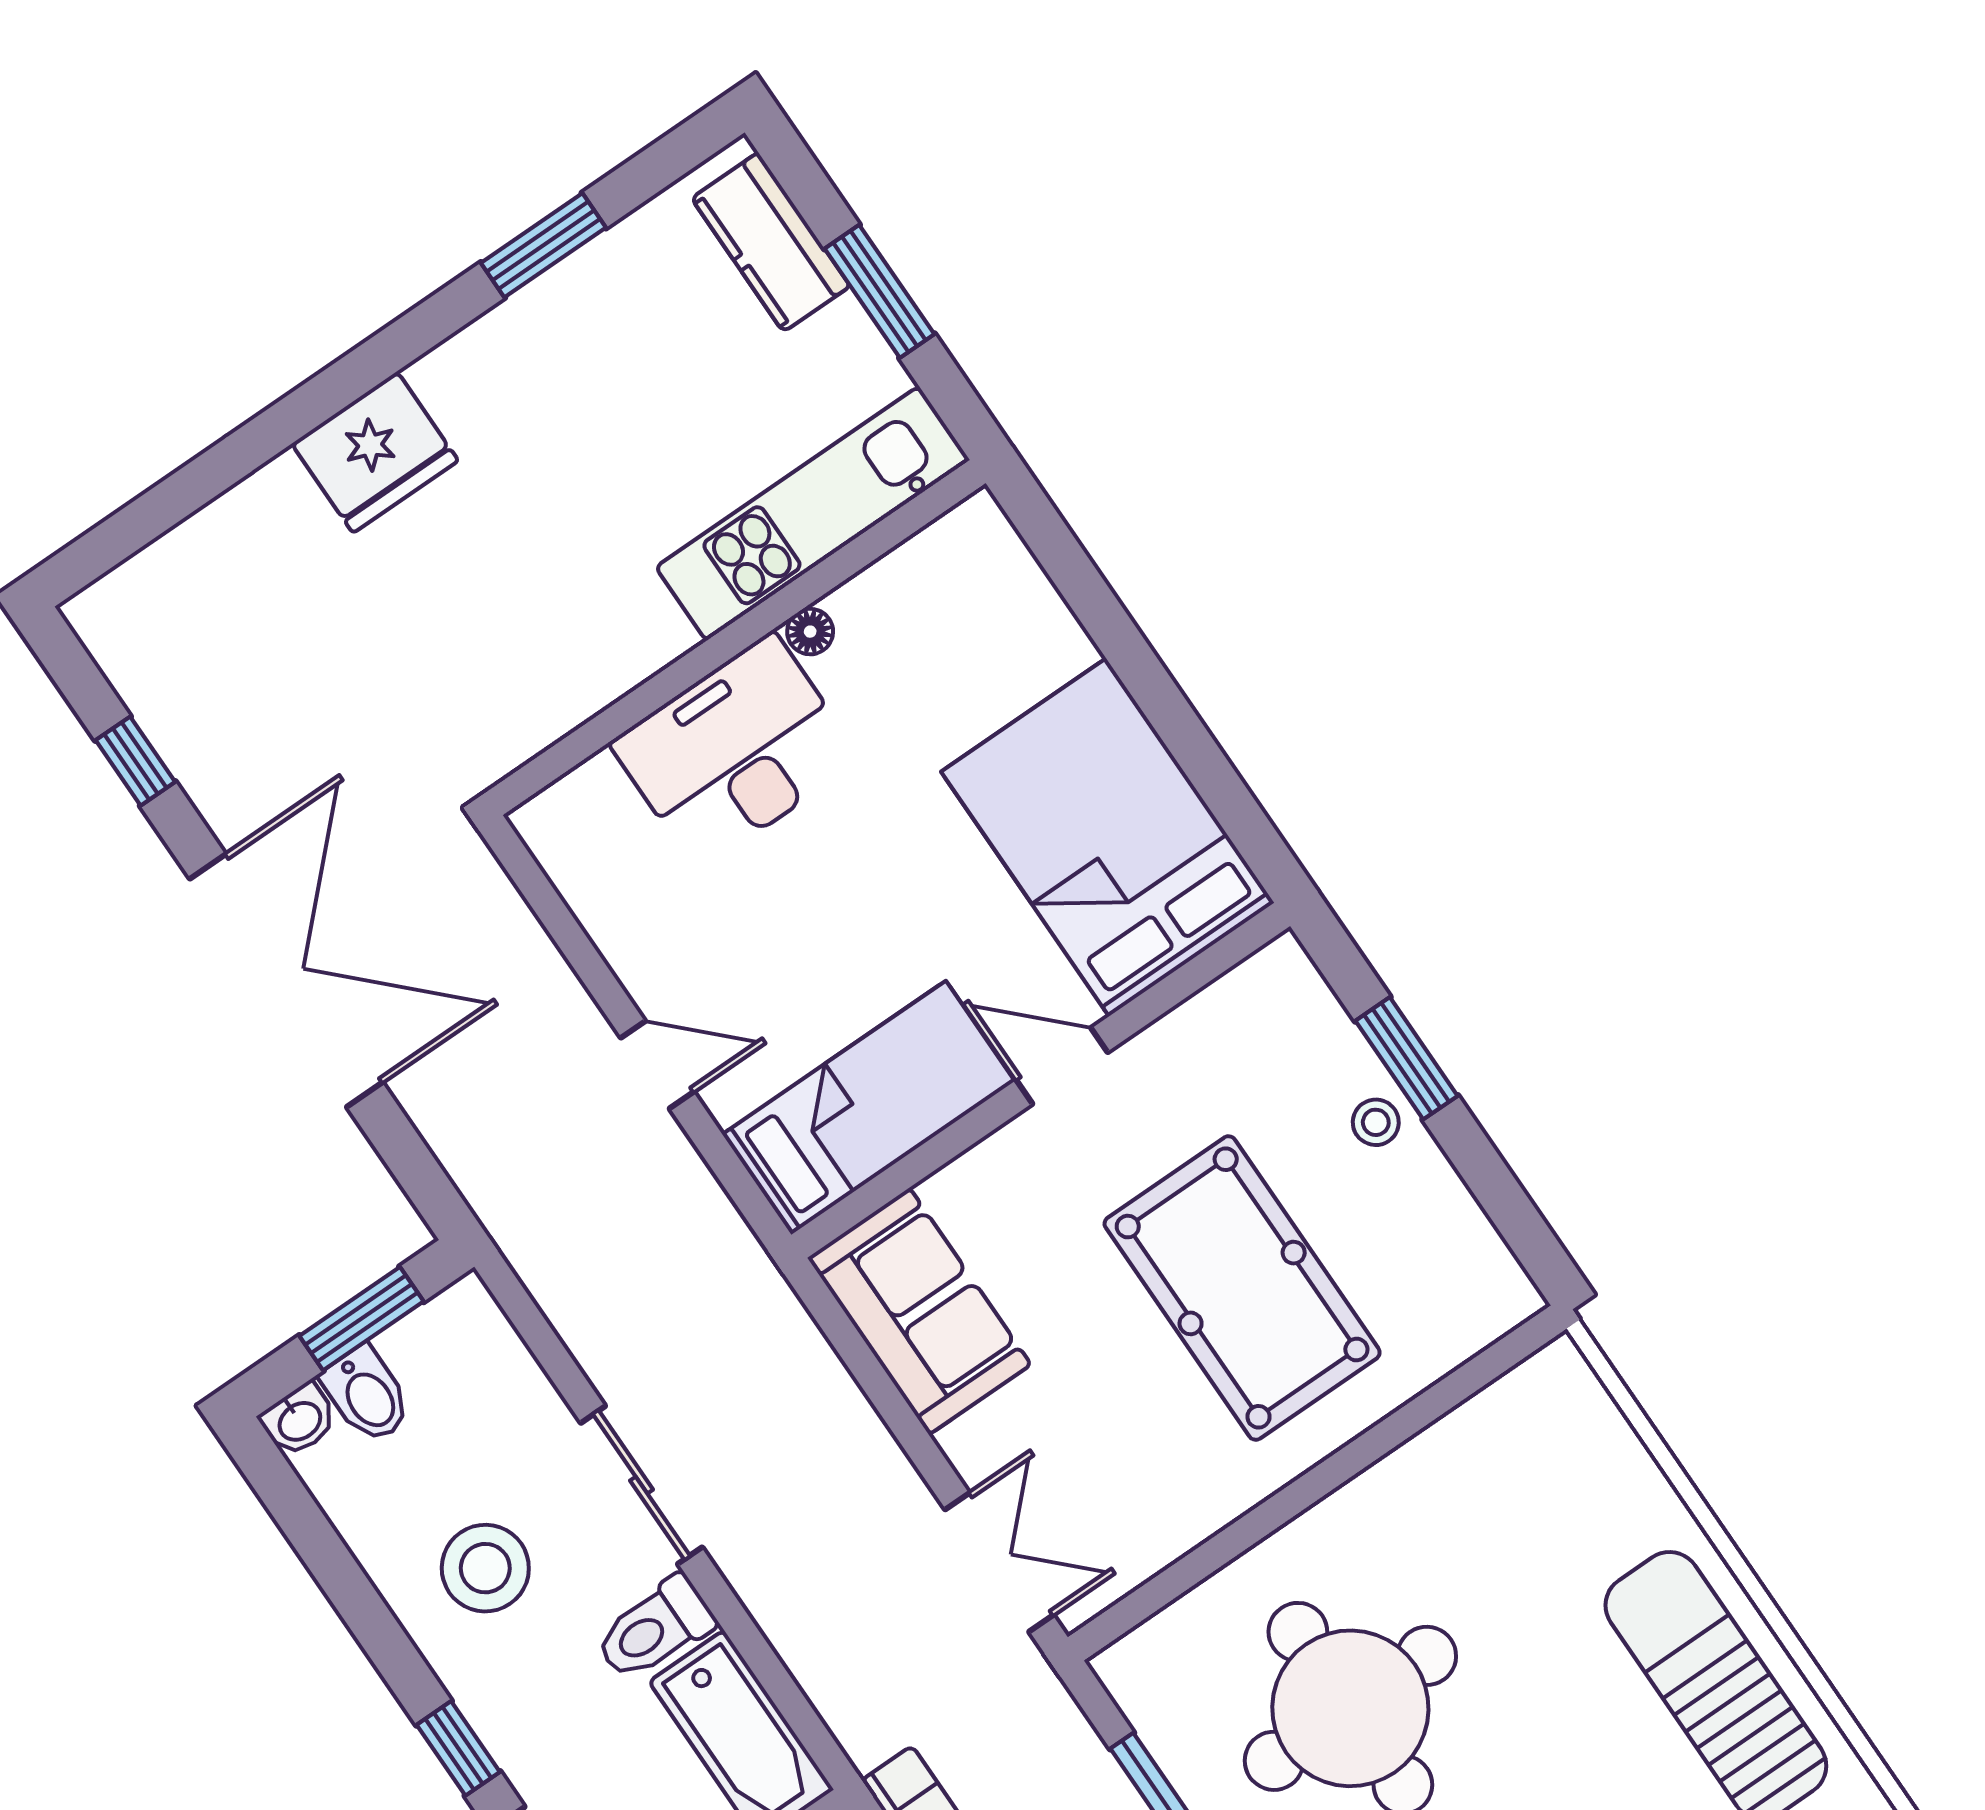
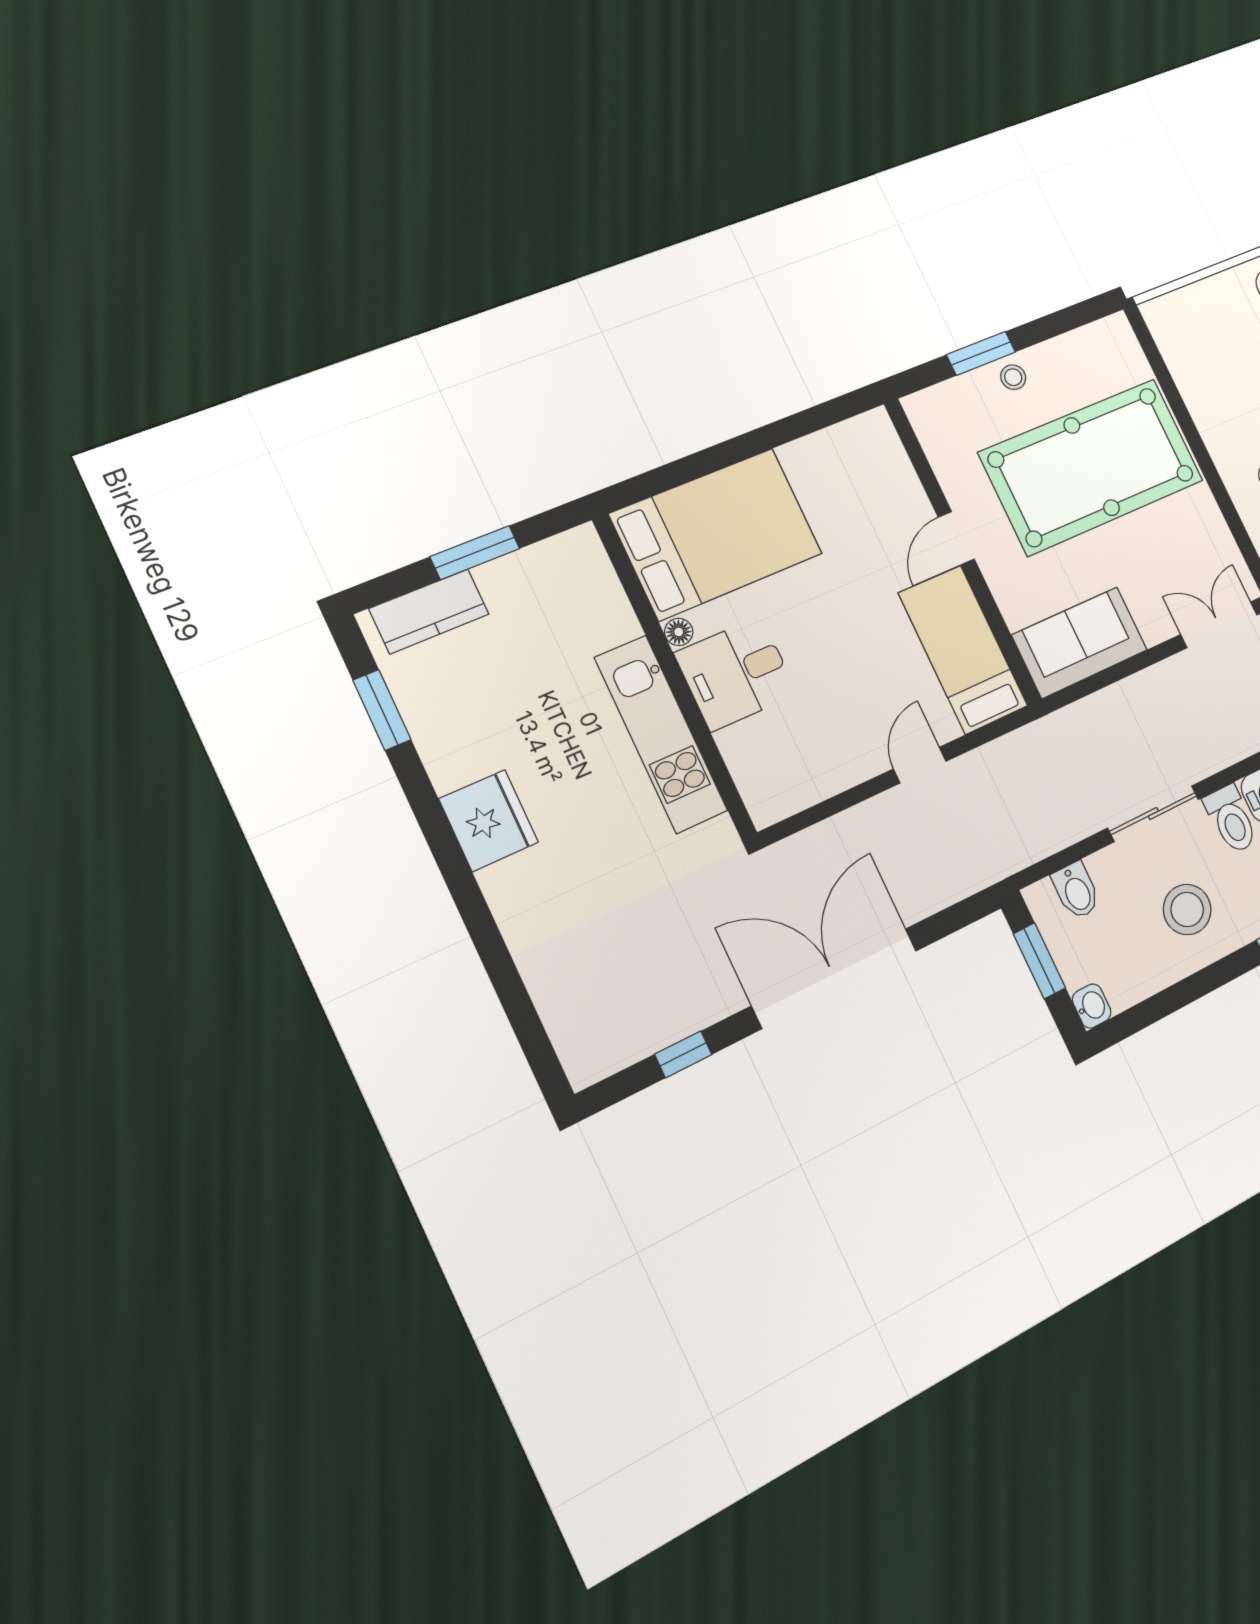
window: (543, 245) -> (382, 710), moved
fridge: (375, 452) -> (489, 821), moved
kitchen unit: (813, 514) -> (661, 734), moved
desk: (735, 751) -> (736, 673), width x0.73
bed: (1108, 837) -> (716, 534), moved, turned 180
pool table: (1242, 1288) -> (1092, 467), width x1.36, depth x1.32
bidet: (367, 1395) -> (1076, 891), moved, turned 90

